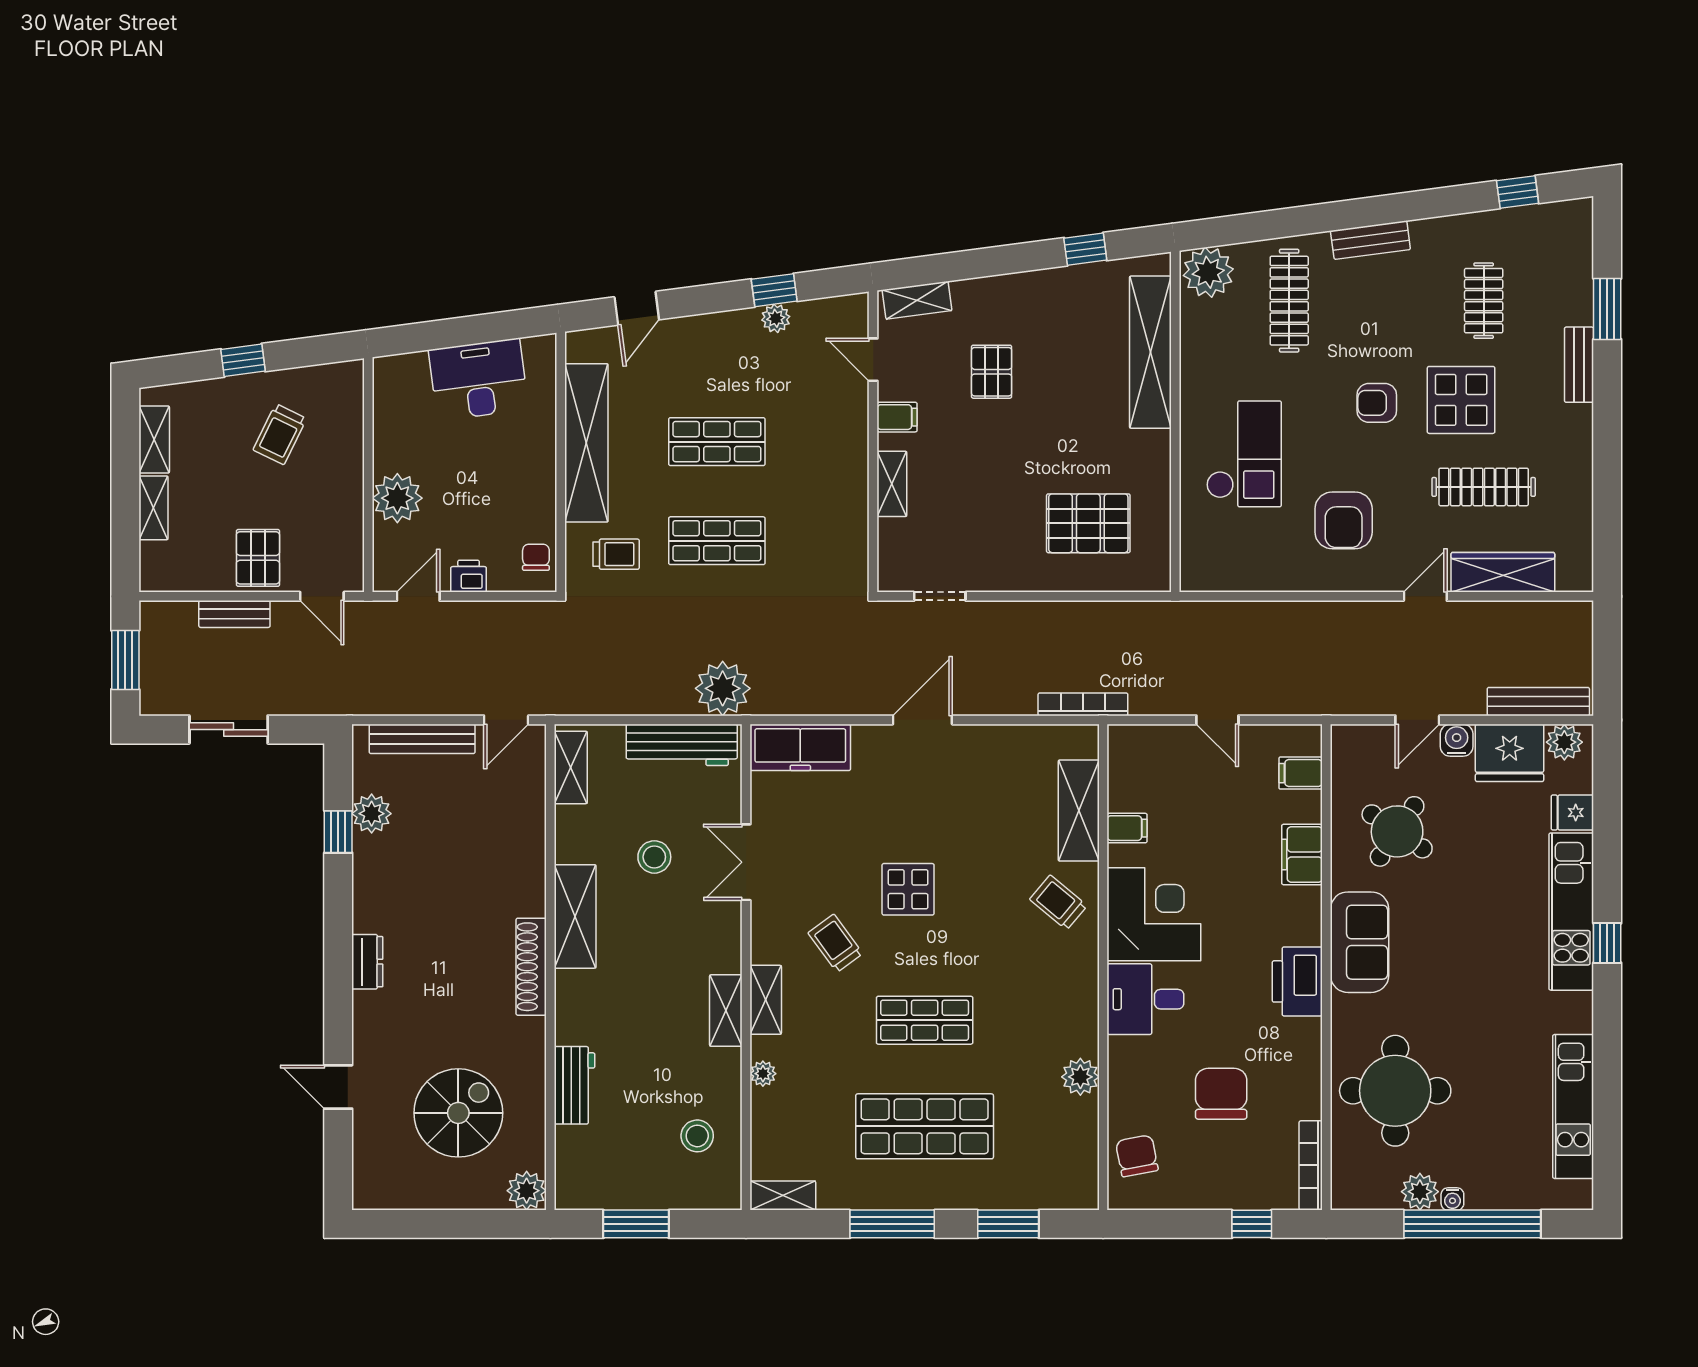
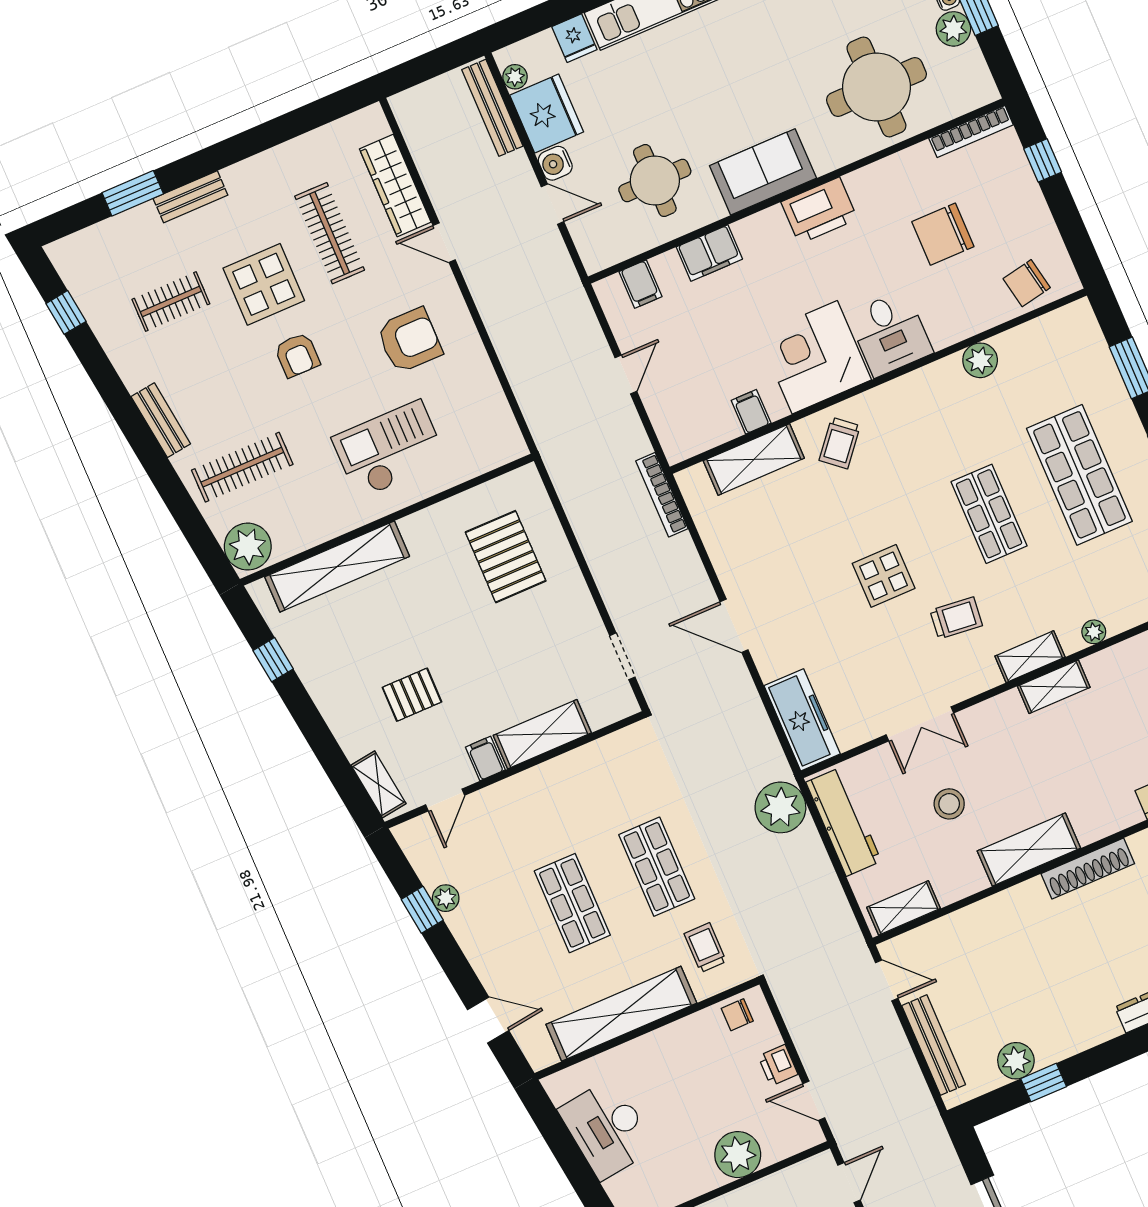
shelving: (892, 484) -> (542, 734), width x1.50, depth x1.33
plant: (1564, 742) -> (515, 77), width x0.73, depth x0.73
round table: (1397, 831) -> (655, 181), turned -34
trolley: (835, 943) -> (956, 618), turned -138

